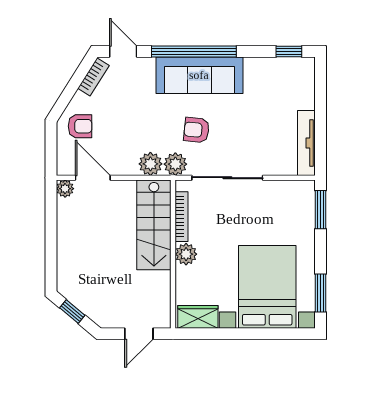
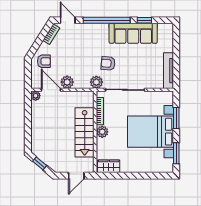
window: (289, 51) -> (144, 20), moved
sofa: (199, 75) -> (133, 33), moved
plant: (150, 164) -> (67, 82), moved
window: (321, 210) -> (176, 118), moved
stairs: (154, 225) -> (85, 132), moved
bed with nightstands: (267, 287) -> (151, 132), moved, turned -90

